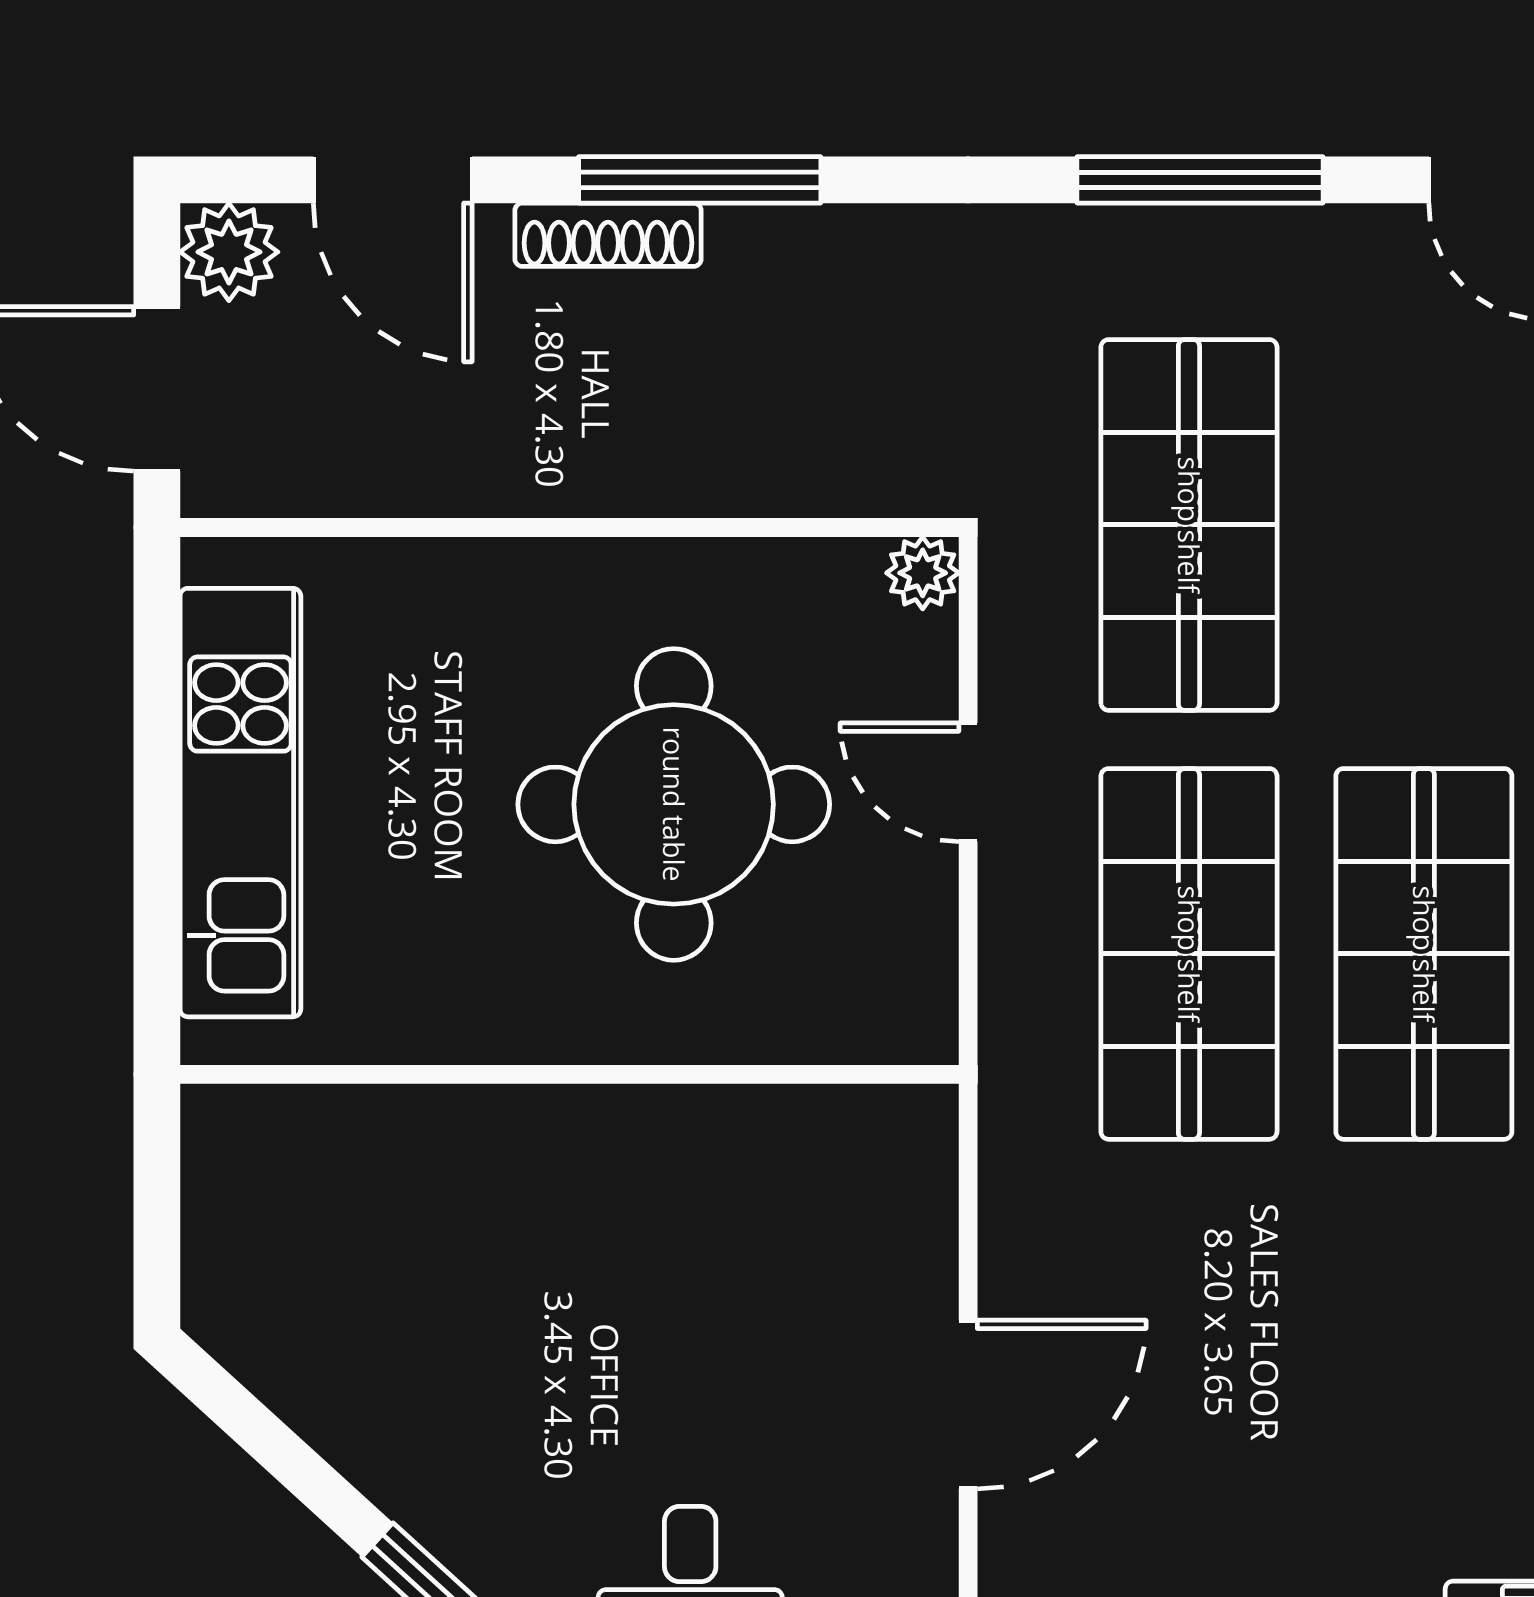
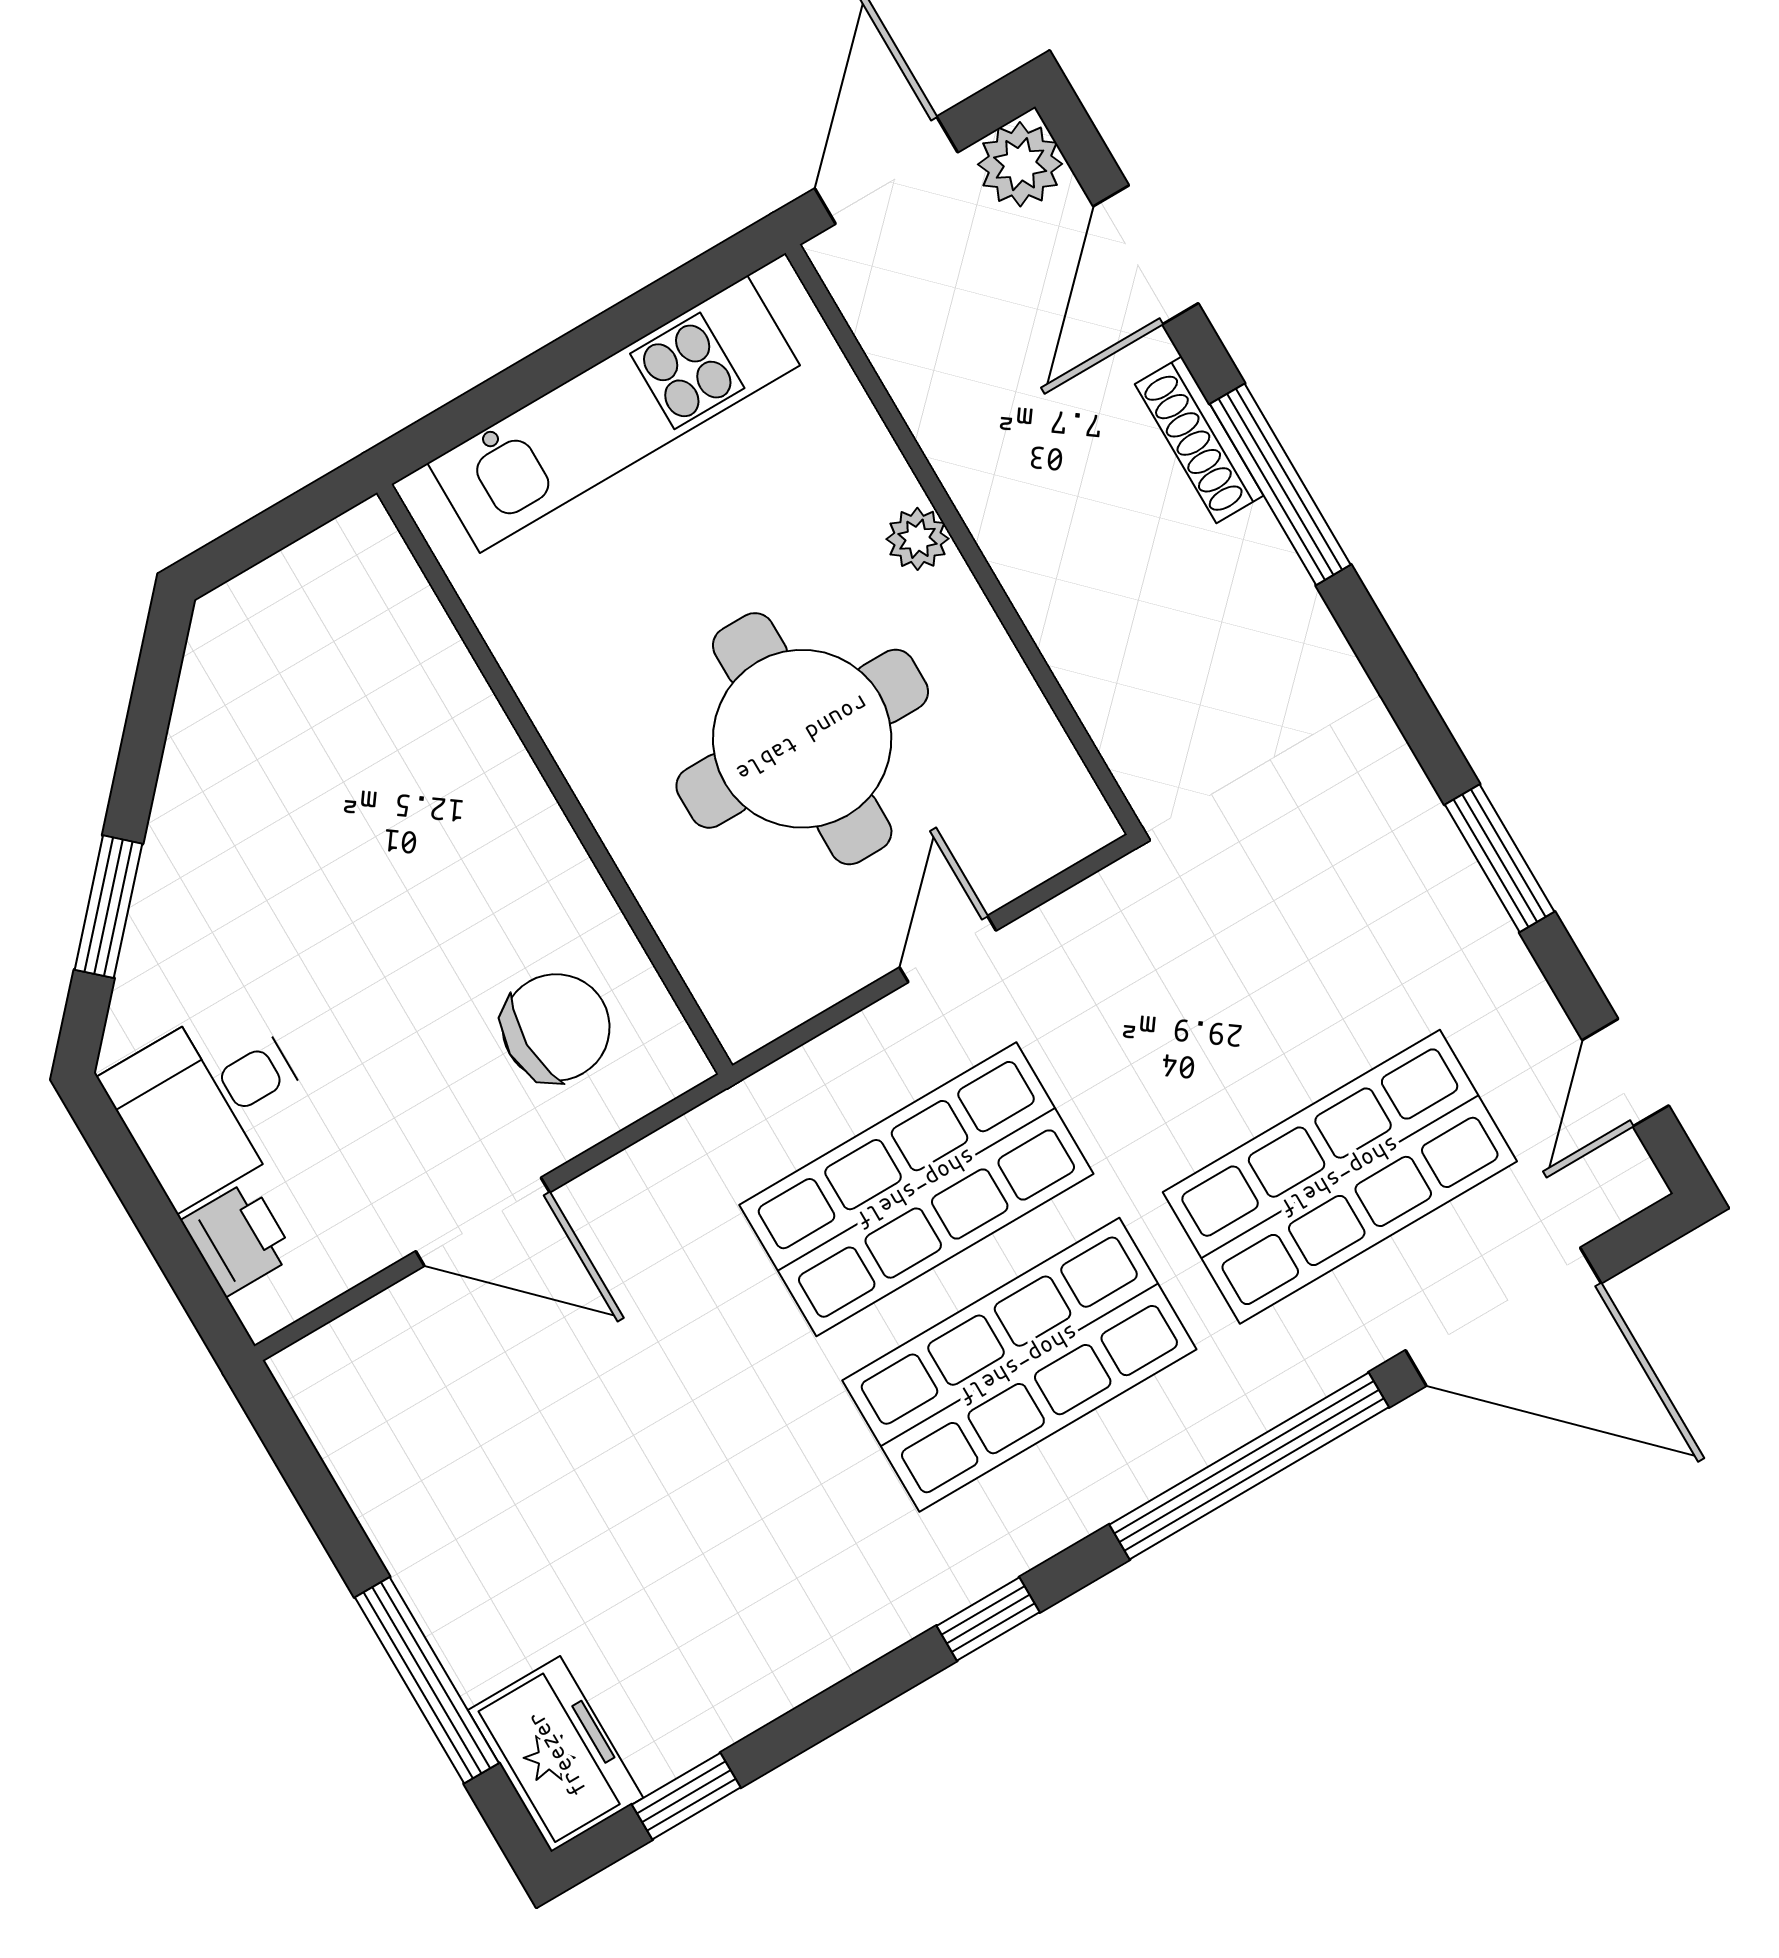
window: (1200, 180) -> (1500, 858), width x0.69
shop shelf: (1189, 525) -> (1340, 1177), moved
plant: (923, 573) -> (917, 539), moved
chair: (817, 1218) -> (556, 1027), added

